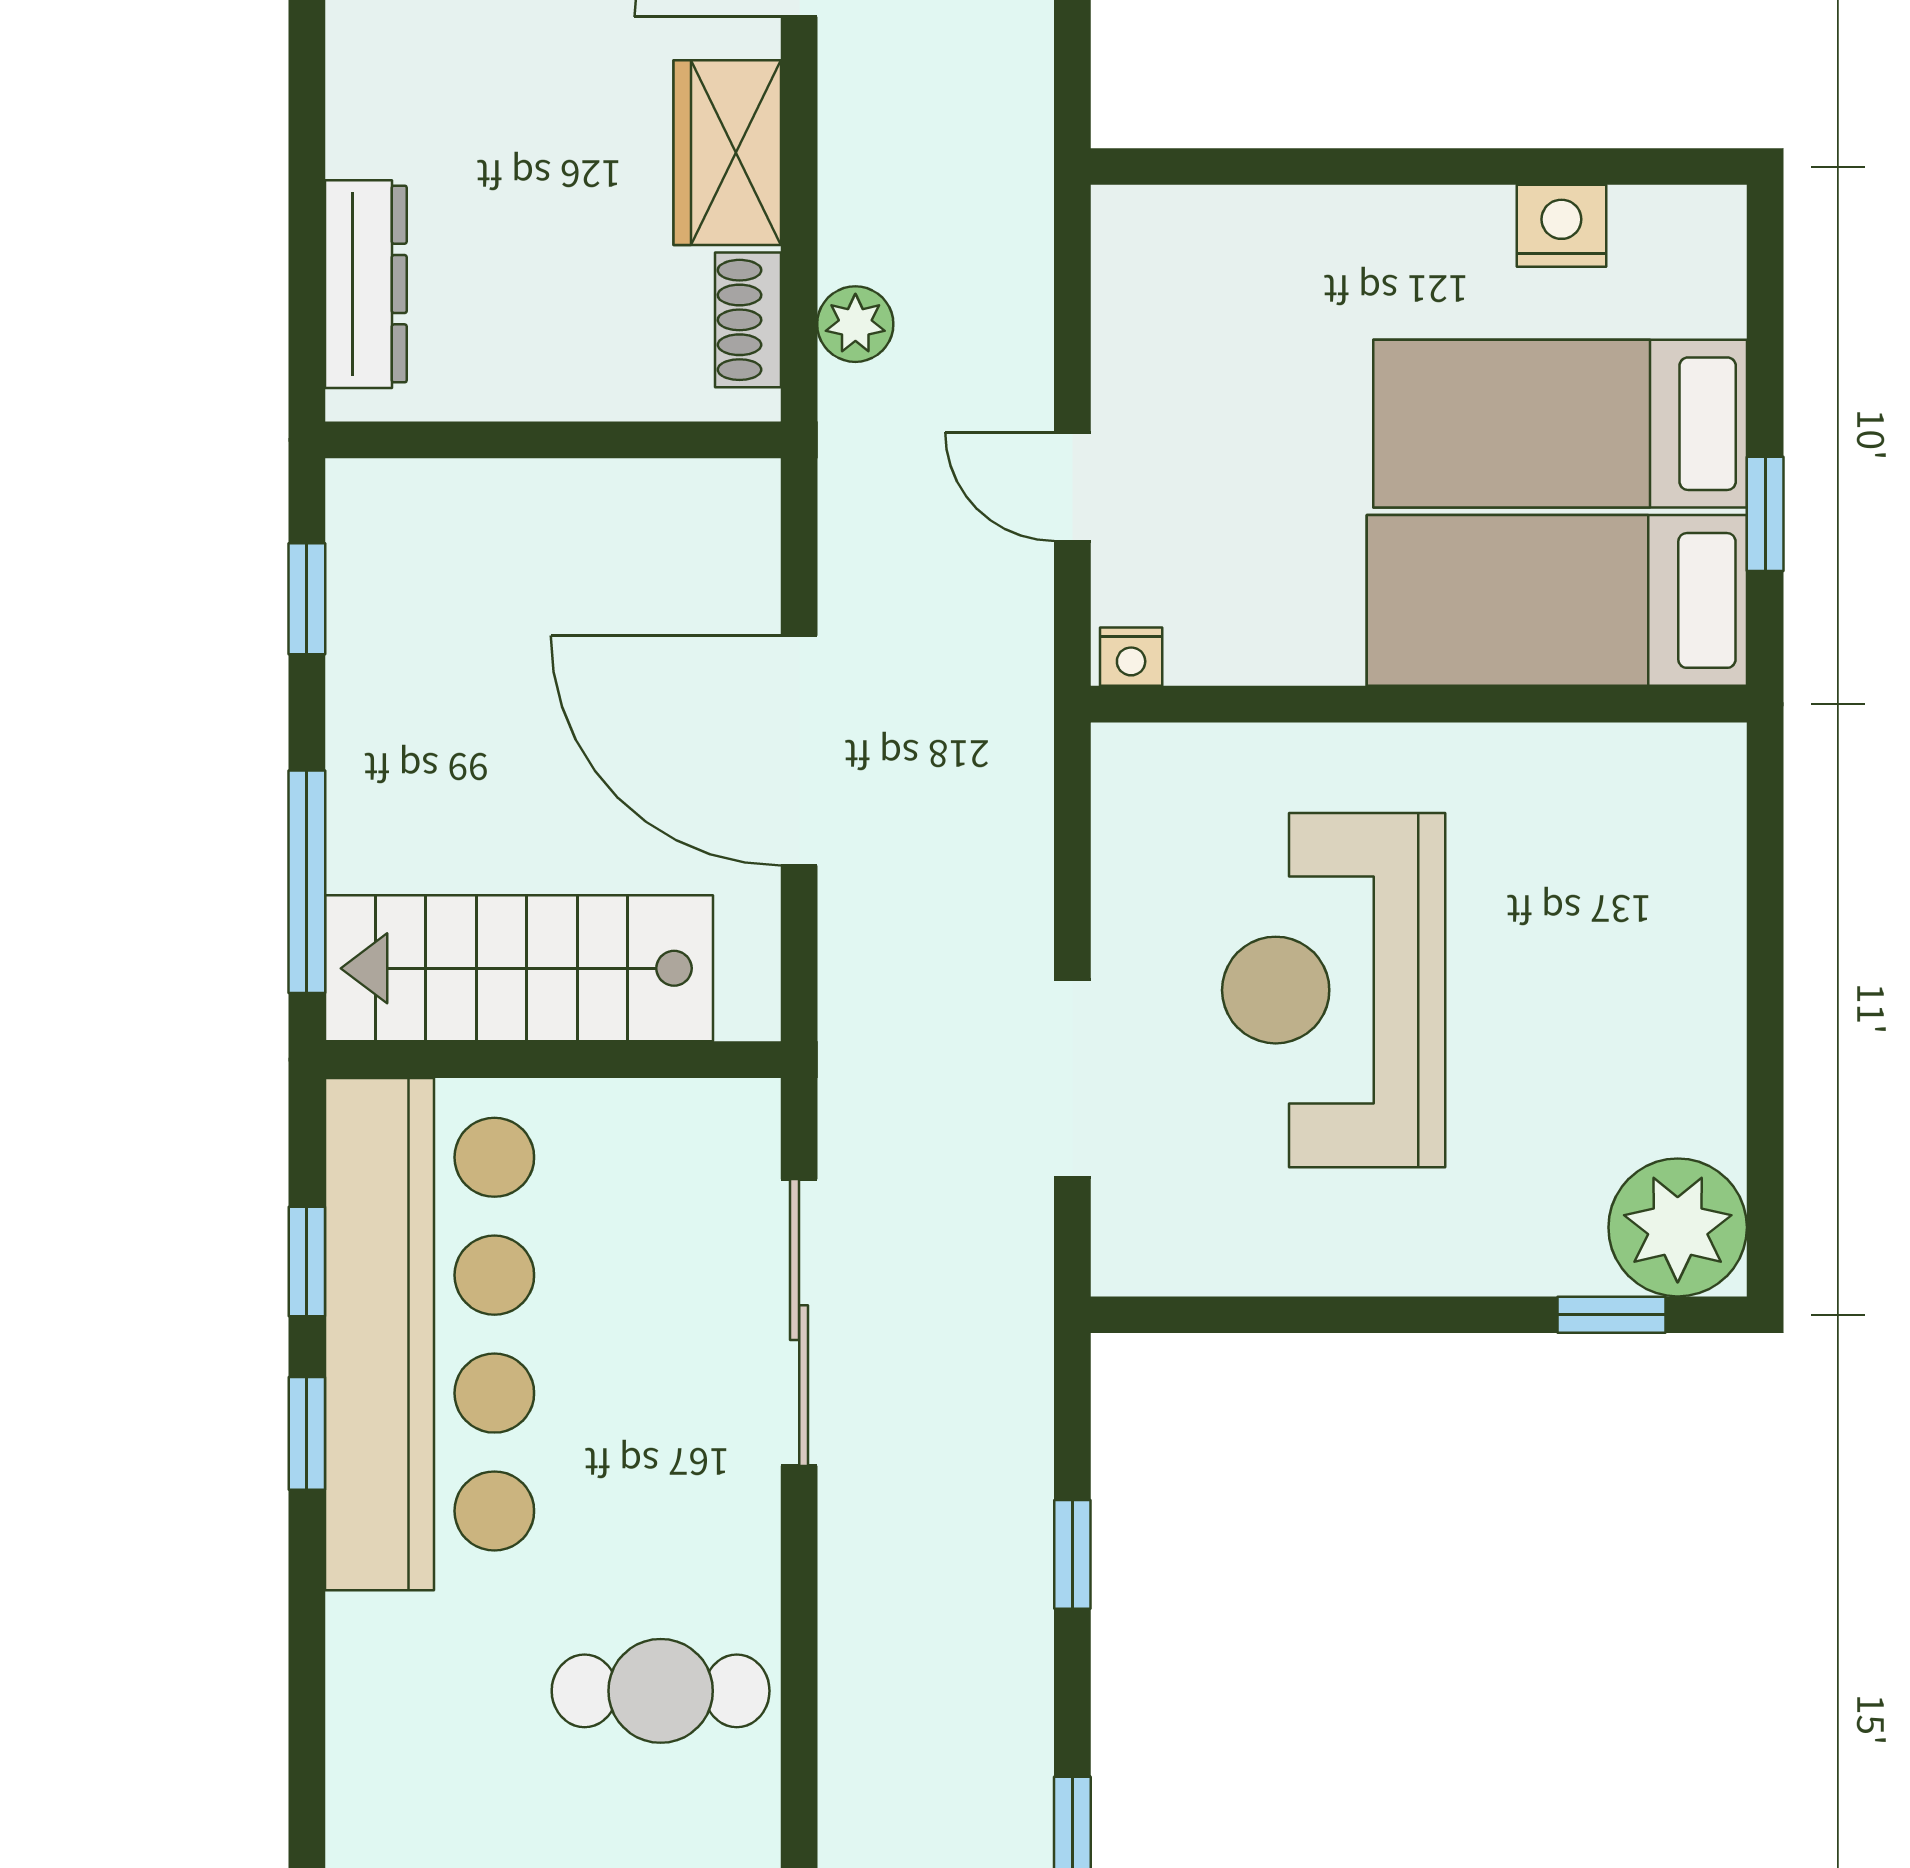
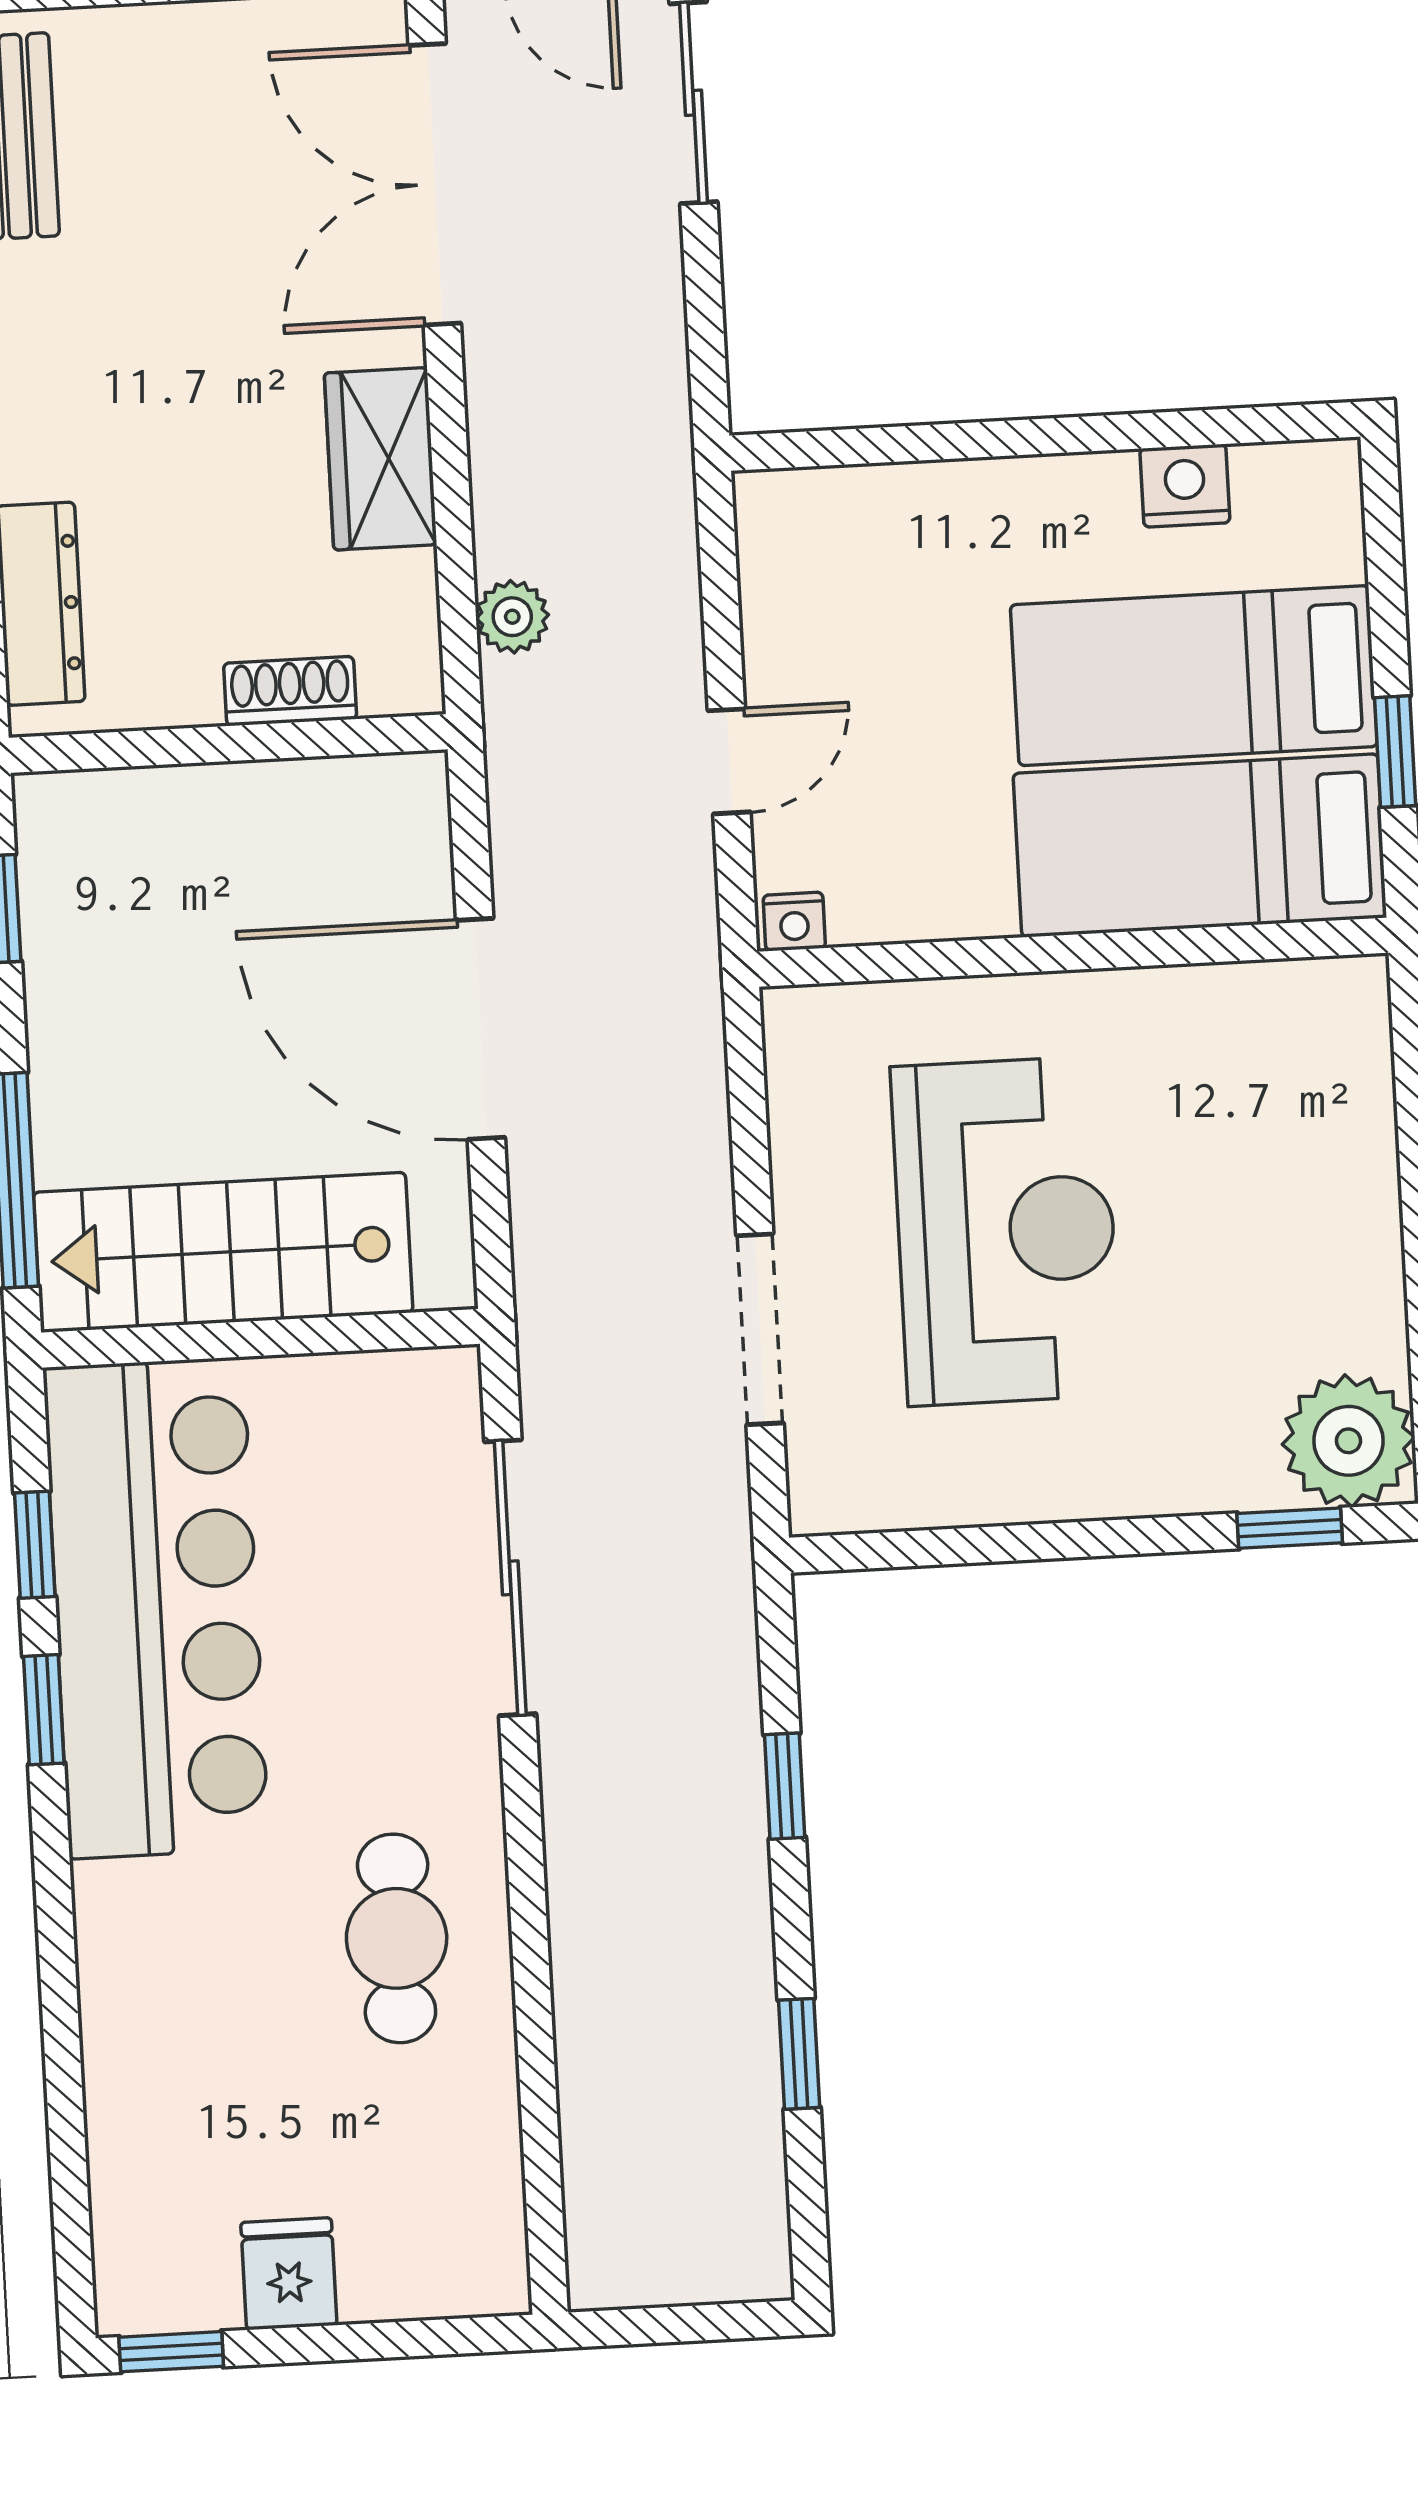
shoe rack: (748, 320) -> (290, 691), moved, turned 90
door: (1072, 487) -> (729, 761), swing flipped
reception desk: (1334, 990) -> (1006, 1231), turned 180
cafe table: (661, 1691) -> (397, 1938), turned 90

